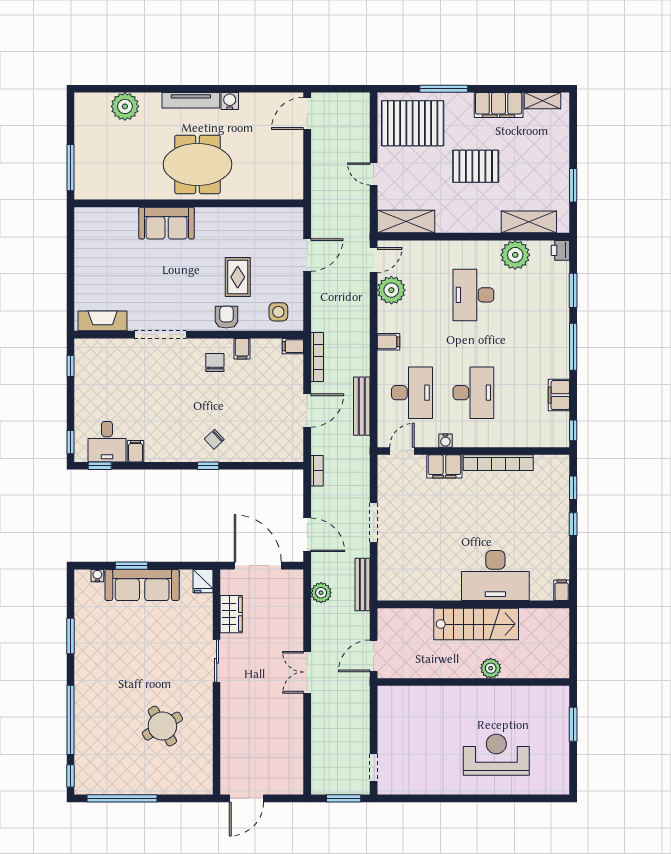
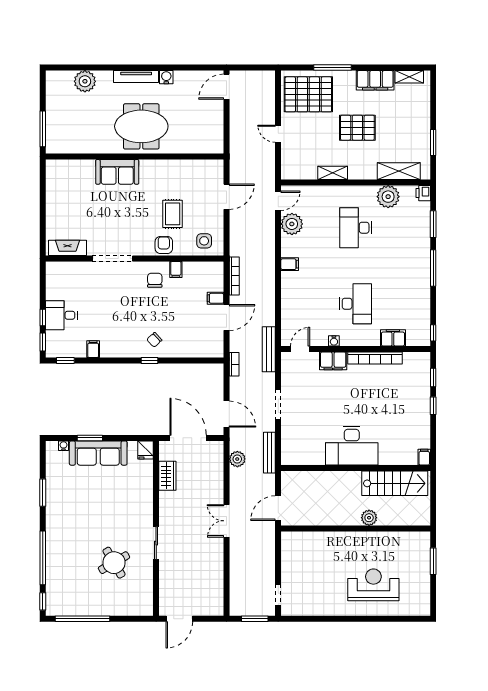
shelving: (406, 221) -> (333, 173), moved, width x0.67, depth x0.75
filing cabinet: (293, 346) -> (215, 298), moved
window: (71, 366) -> (43, 317), moved
desk: (412, 393) -> (308, 304), removed
filing cabinet: (559, 395) -> (393, 338), moved, turned 90
bench: (362, 406) -> (269, 349), moved
desk: (107, 442) -> (61, 315), moved, turned 90
desk: (495, 575) -> (352, 446), moved
stairs: (476, 624) -> (395, 483), moved
sliding door: (217, 661) -> (156, 543), moved

